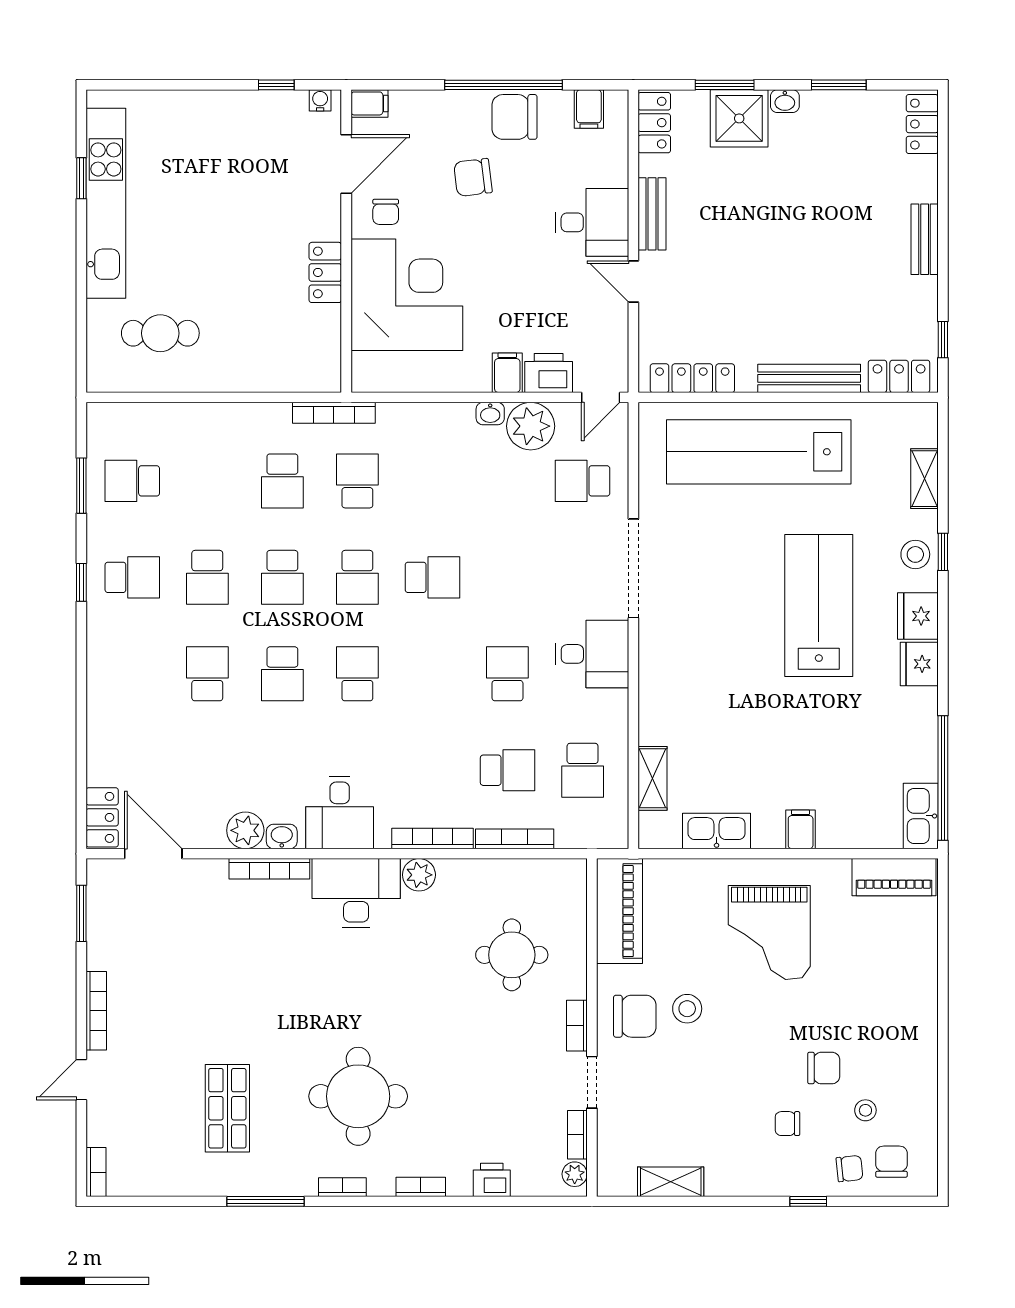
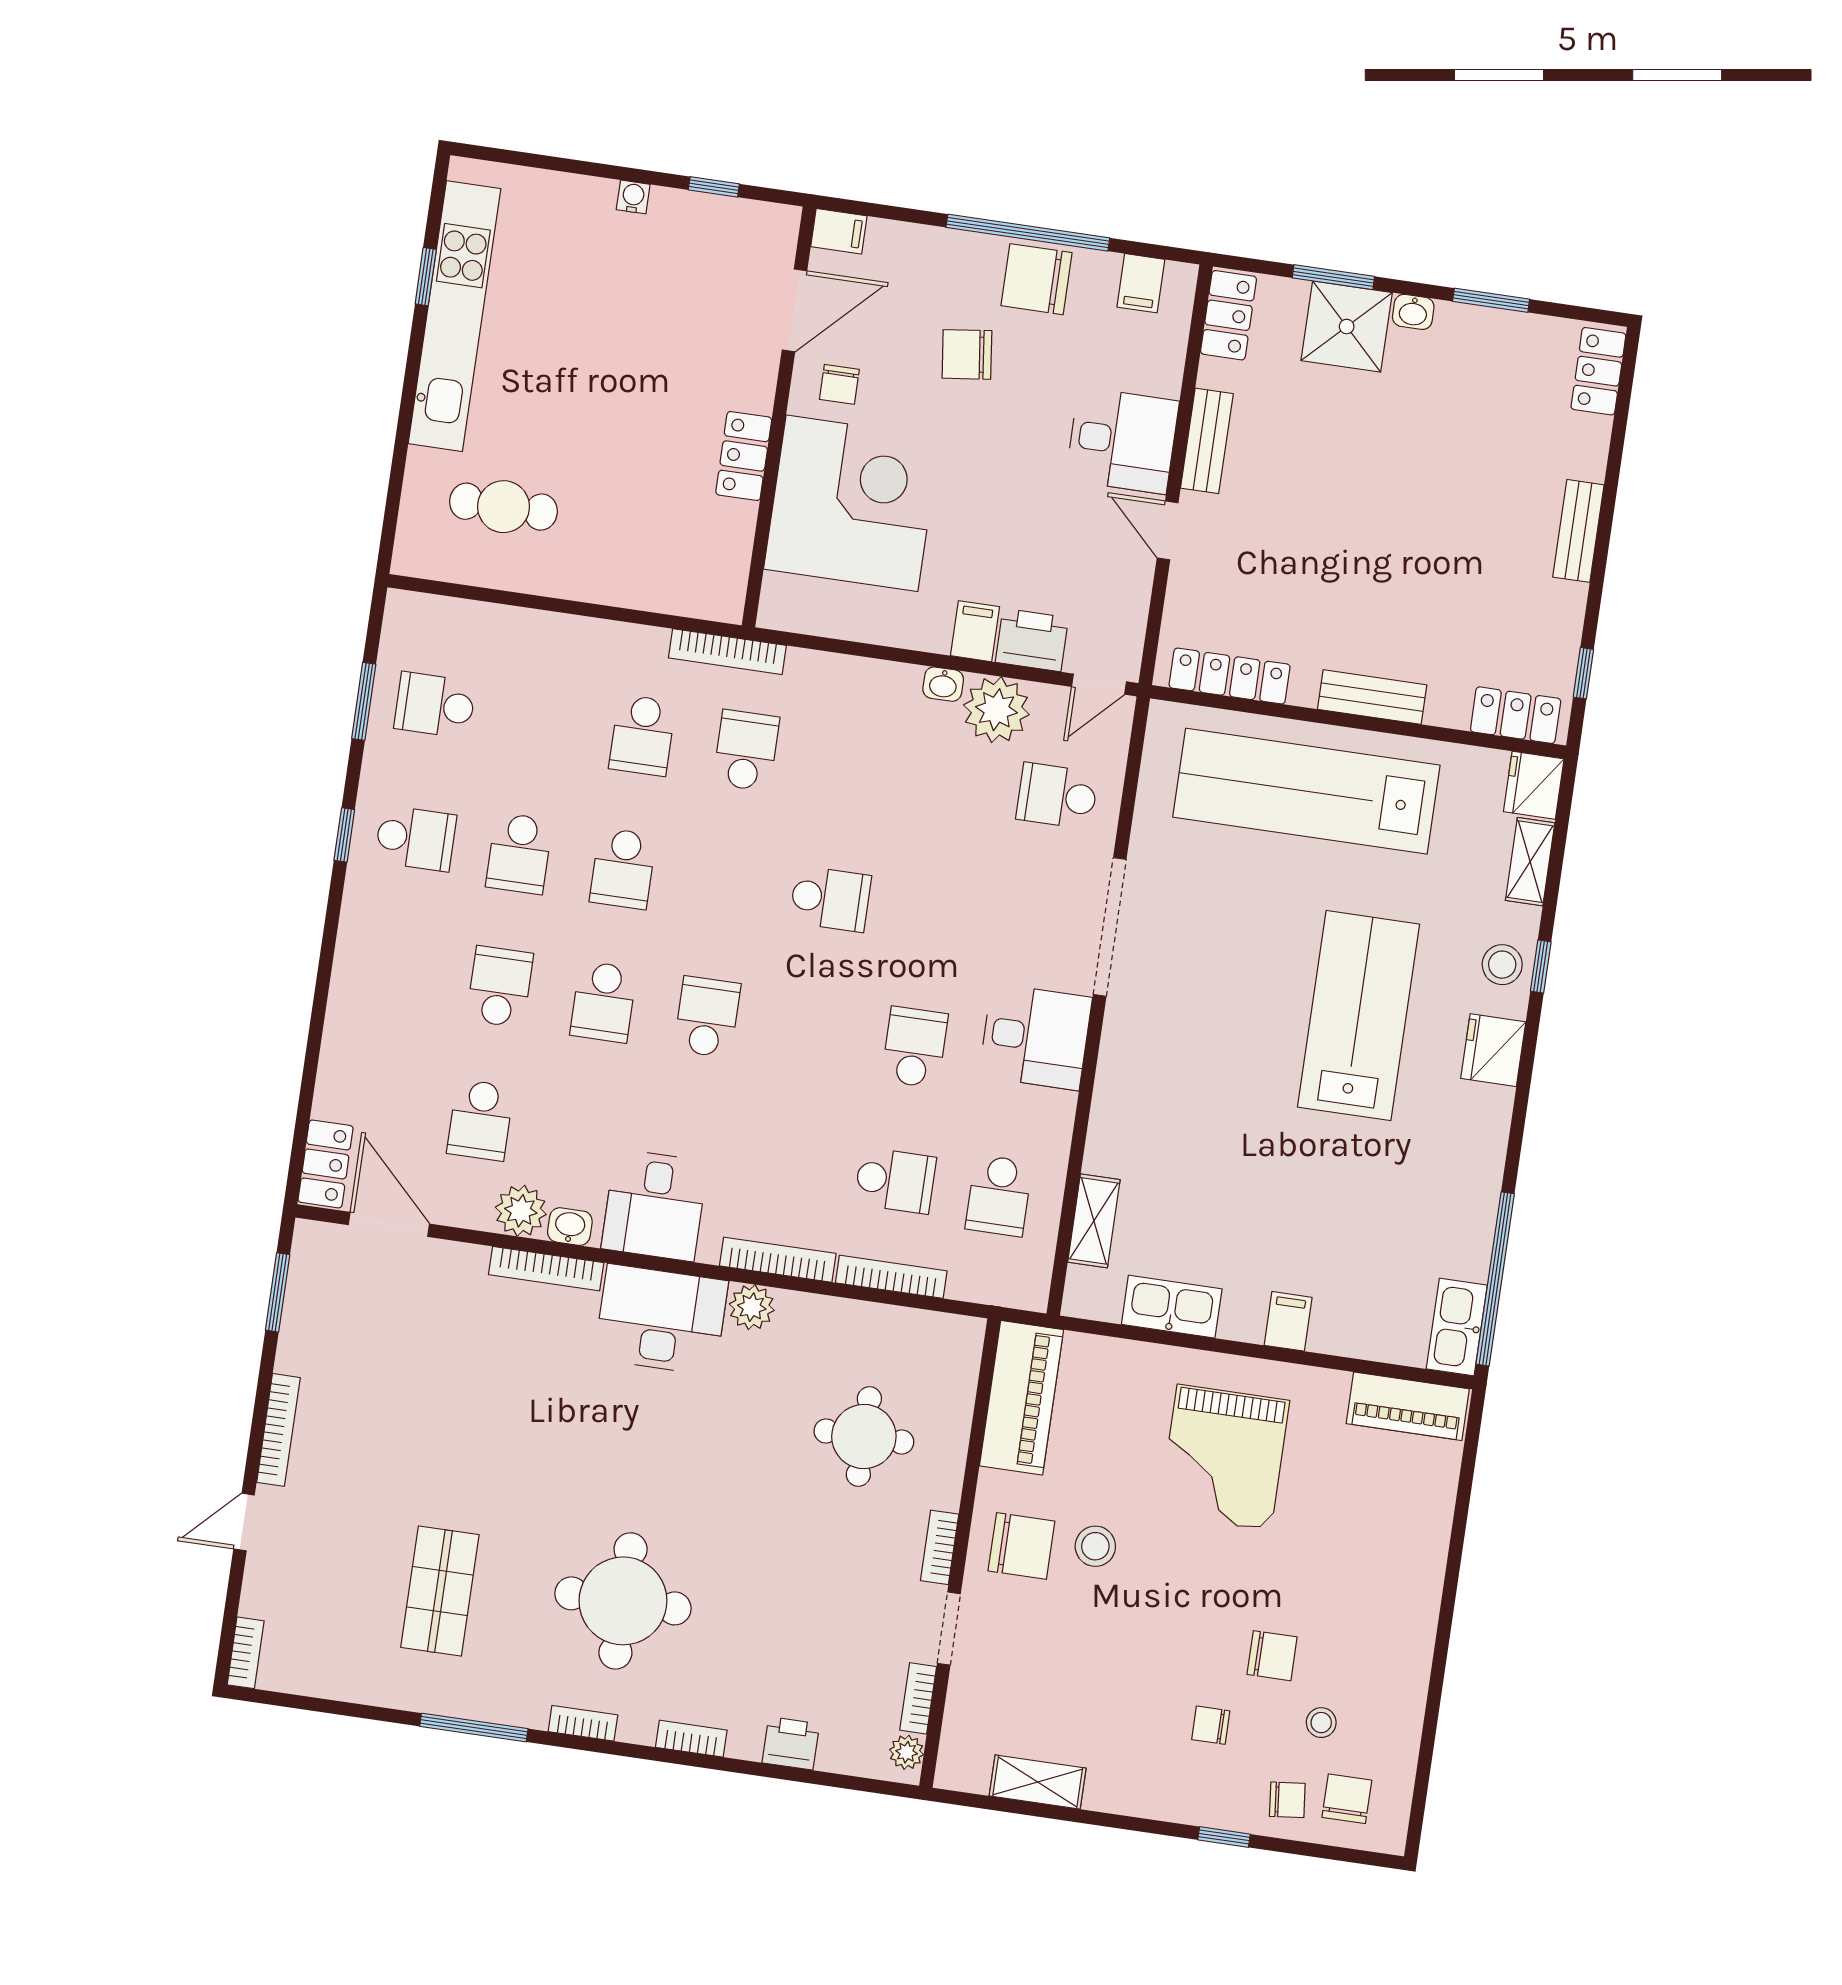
water cooler: (320, 100) -> (633, 197), moved
bench: (809, 378) -> (1372, 697), width x0.73
school desk: (357, 577) -> (480, 1120), moved
fridge: (919, 664) -> (1534, 785), moved

